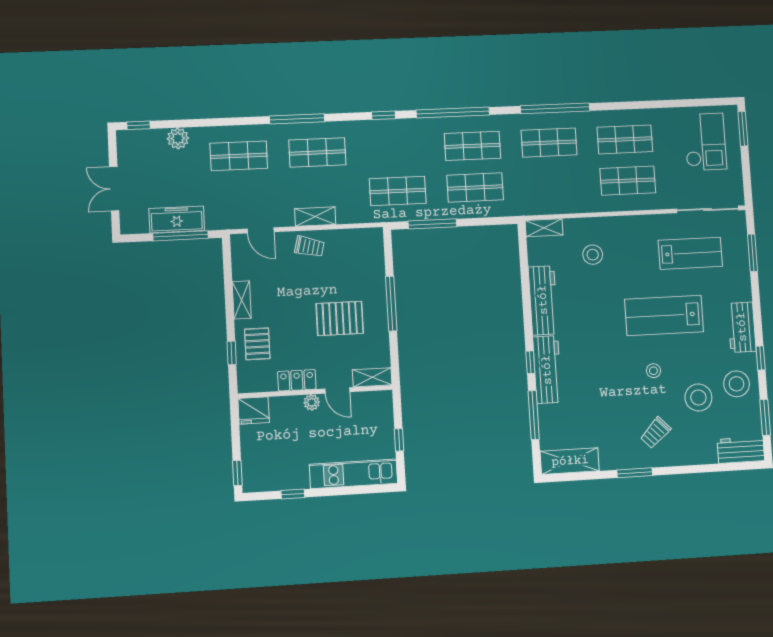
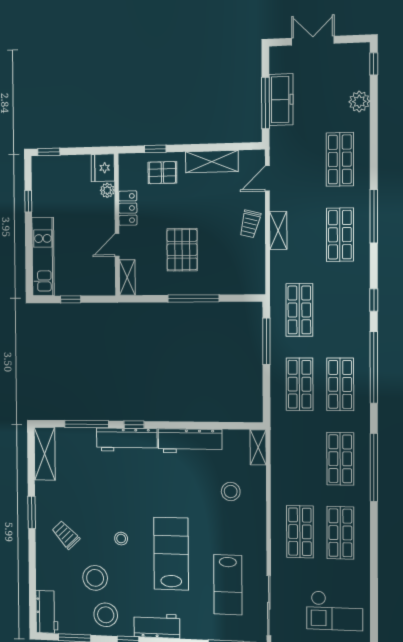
shelving: (242, 300) -> (212, 162), width x1.50, depth x1.33
plant: (312, 402) -> (107, 190), moved

